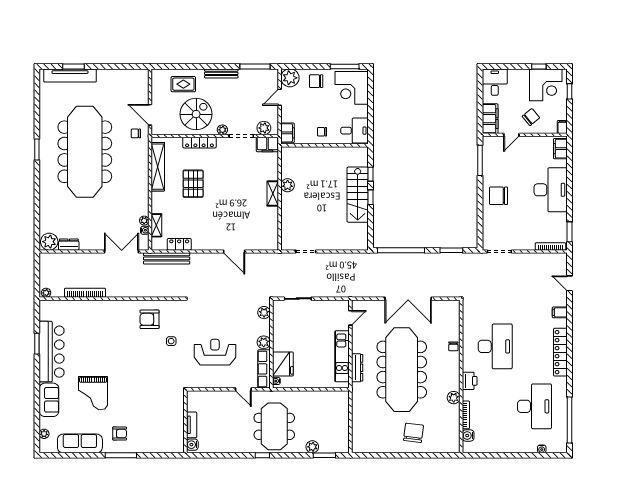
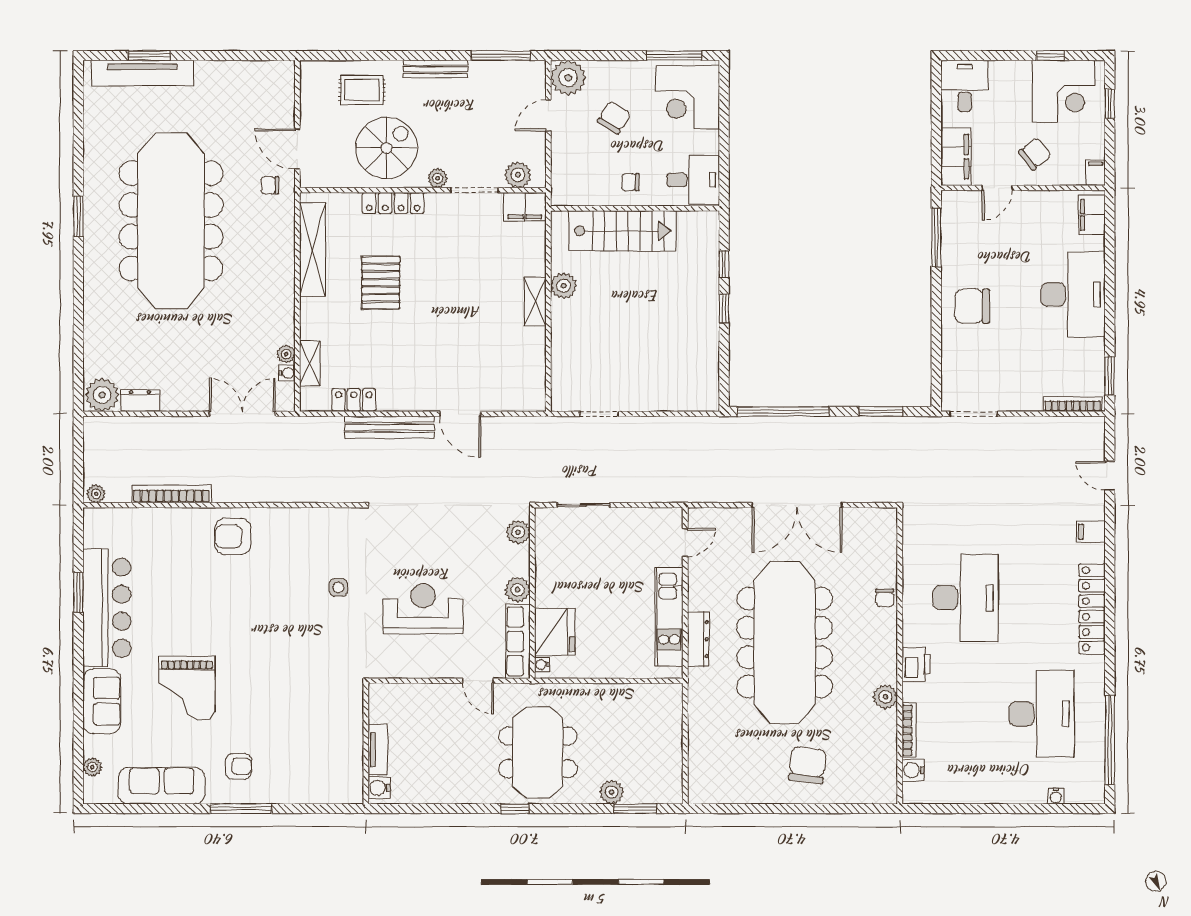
chair: (316, 81) -> (614, 118), moved, turned 122
filing cabinet: (287, 133) -> (564, 184), removed
stairs: (358, 195) -> (622, 231), moved, turned -90
bench: (167, 258) -> (390, 427), moved
armchair: (150, 319) -> (233, 536), moved

